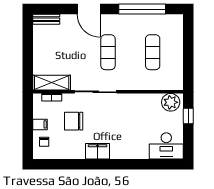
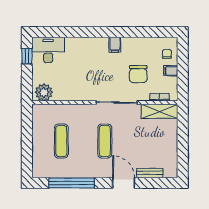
bench: (46, 19) -> (150, 173), moved
window: (188, 116) -> (27, 56), moved
chair: (74, 121) -> (138, 74), turned 90
filing cabinet: (98, 151) -> (115, 45), width x0.50

